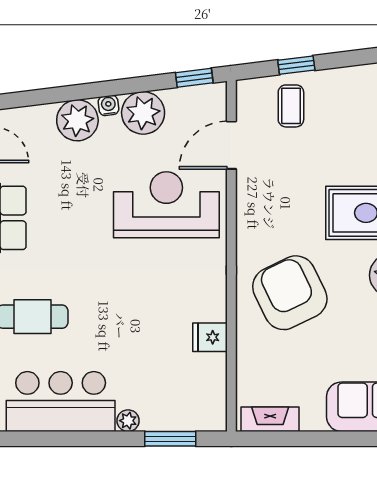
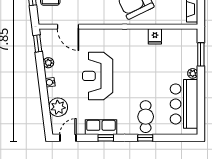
plant: (143, 113) -> (48, 63), width x0.53, depth x0.53
plant: (77, 120) -> (58, 107), moved
reception desk: (166, 205) -> (98, 76), moved

